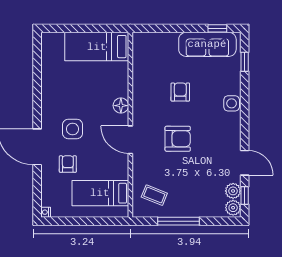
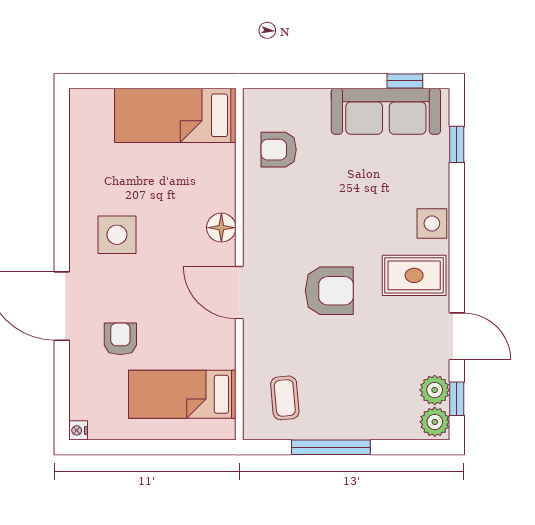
armchair: (180, 92) -> (279, 150), moved, turned -90
side table: (73, 129) -> (117, 235), moved
rug: (222, 131) -> (414, 275), added
coffee table: (154, 195) -> (285, 398), turned 63

